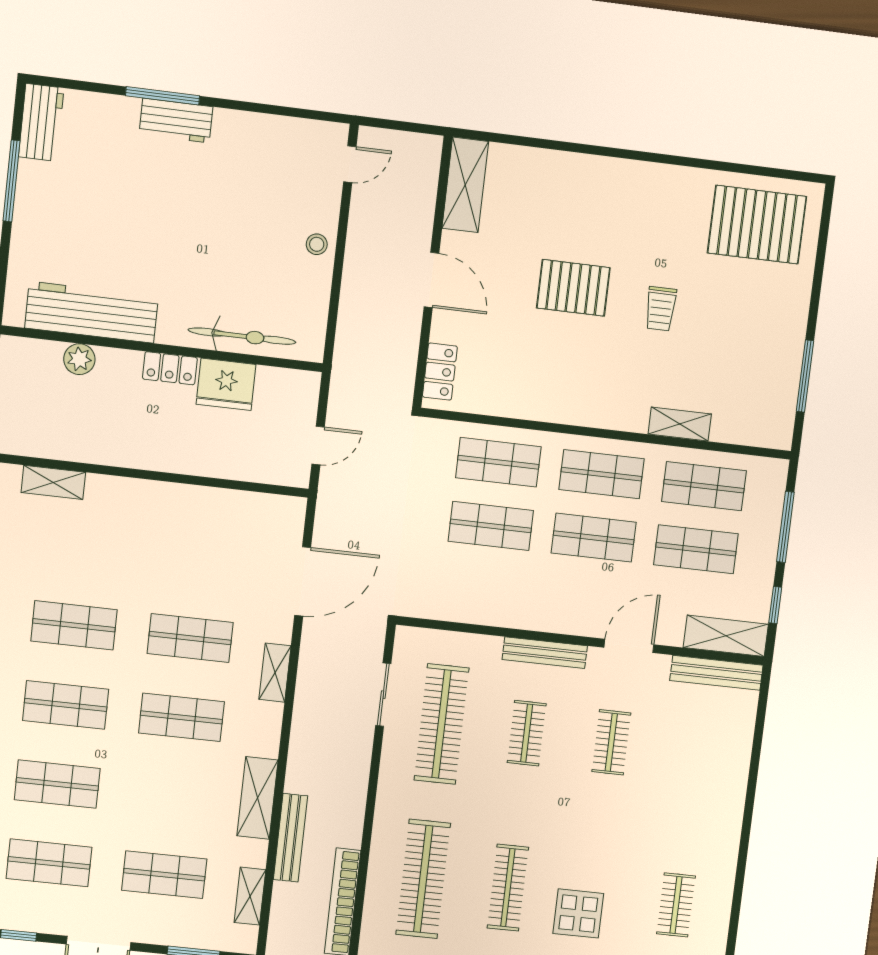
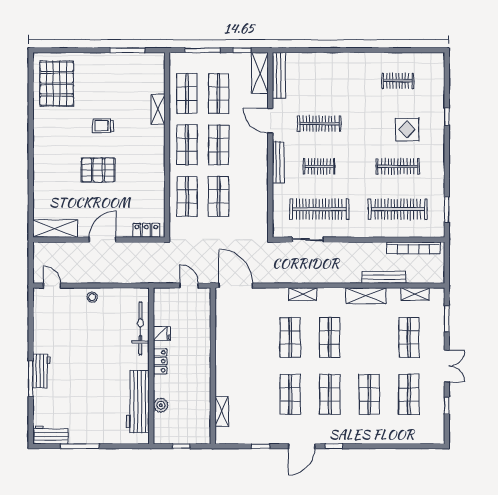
pallet: (573, 288) -> (98, 170), turned 90
trolley: (661, 309) -> (103, 126), turned 180
fridge: (226, 384) -> (162, 333), width x0.53, depth x0.75
door: (303, 581) -> (236, 286), moved
clothes rail: (611, 742) -> (319, 124), width x1.36

